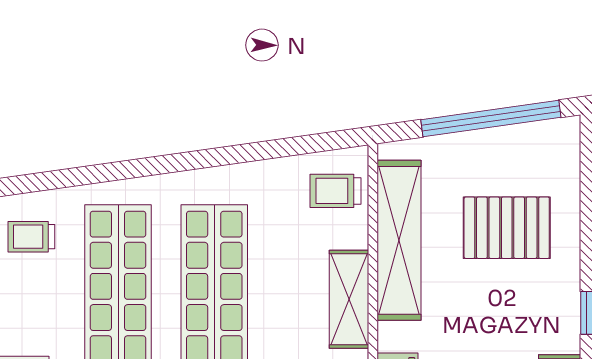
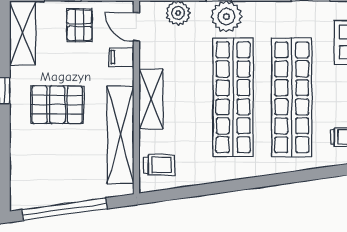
pallet: (507, 228) -> (57, 105), moved

